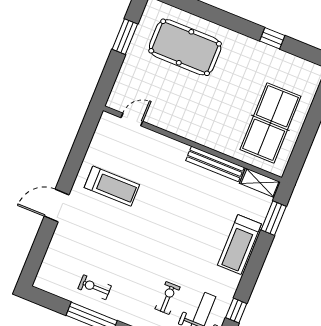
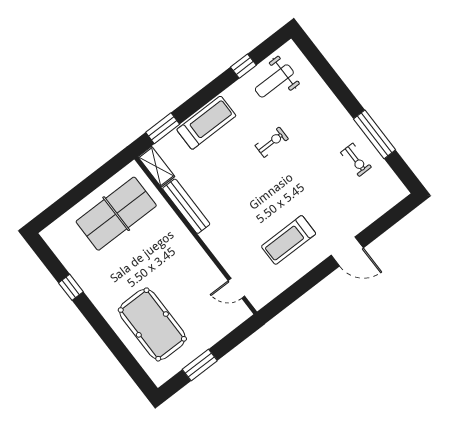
treadmill: (112, 186) -> (289, 240), turned -90
exercise bike: (168, 298) -> (272, 142), moved, turned 180

